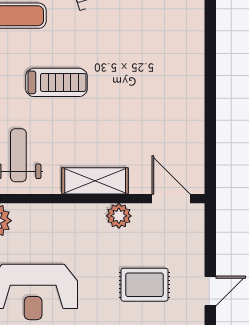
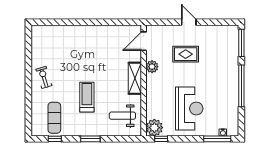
rug: (144, 285) -> (186, 54), turned 90

